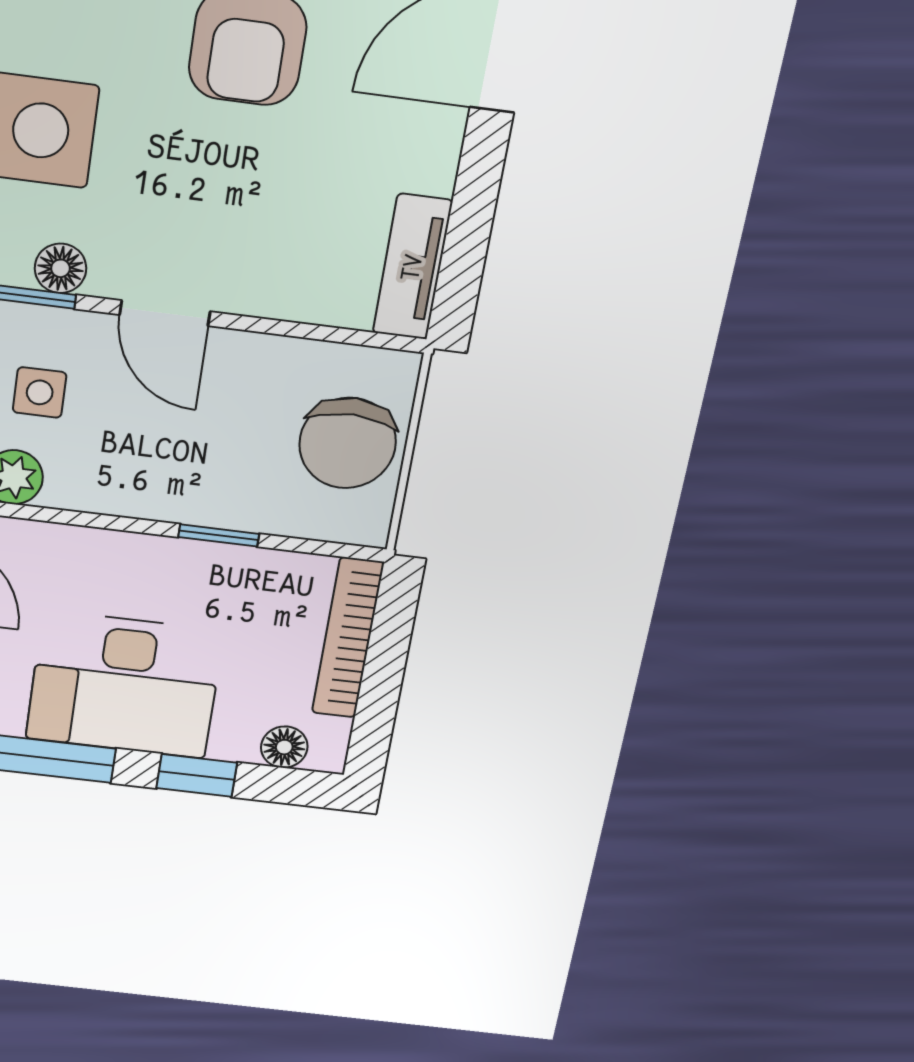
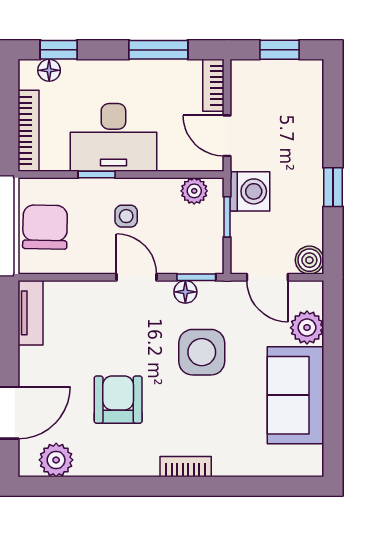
side table: (40, 392) -> (126, 216), moved
desk: (125, 685) -> (113, 137), moved, turned 180
window: (197, 775) -> (59, 50), moved

